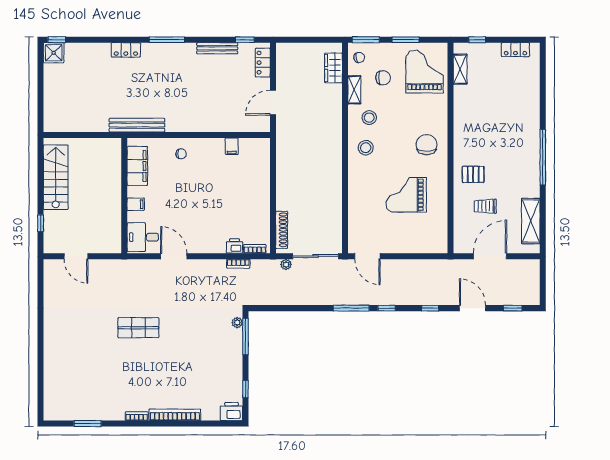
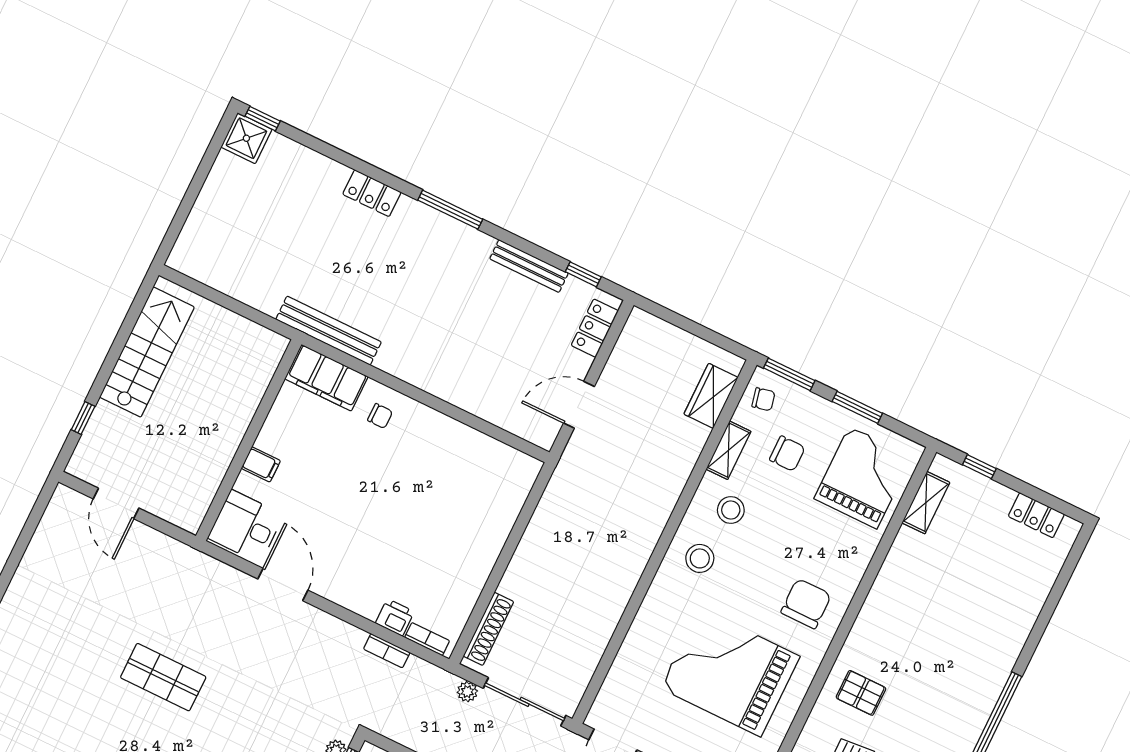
filing cabinet: (232, 146) -> (473, 445), removed
filing cabinet: (137, 166) -> (326, 378), moved, turned 90
grand piano: (406, 195) -> (730, 672), width x1.37, depth x1.48

